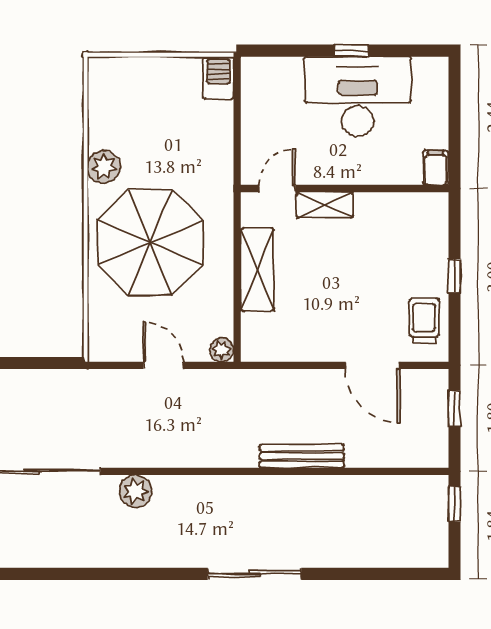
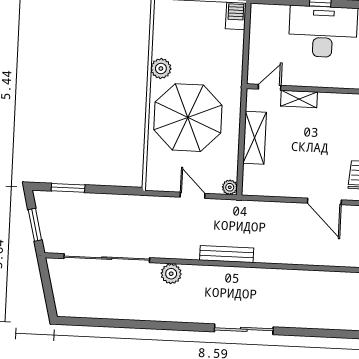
bench: (302, 456) -> (227, 254), moved

